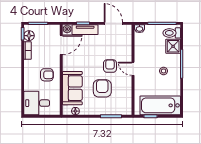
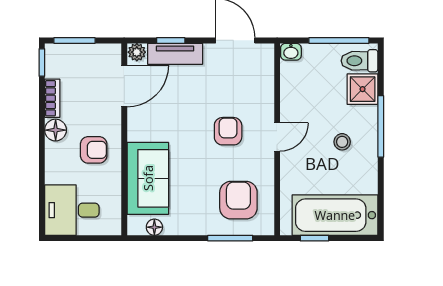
floor lamp: (29, 36) -> (56, 130), moved
door: (133, 69) -> (277, 137), swing flipped
armchair: (102, 88) -> (238, 200), moved

